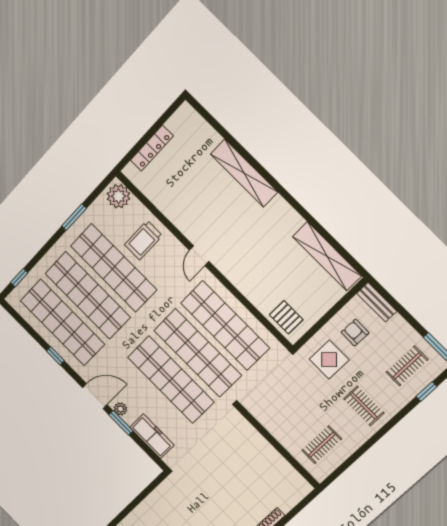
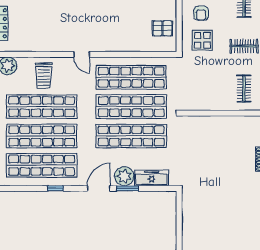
pallet: (286, 317) -> (163, 28), moved
armchair: (355, 332) -> (201, 13), turned -91
plant: (120, 409) -> (124, 176), width x1.87, depth x1.87

